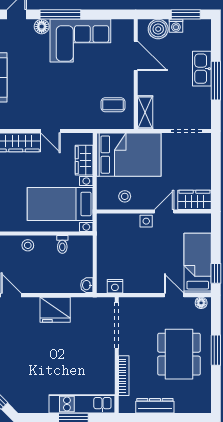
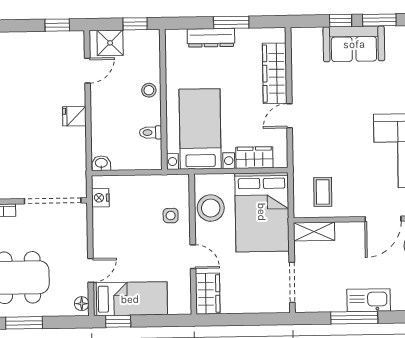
stool: (125, 196) -> (211, 208), width x1.89, depth x1.89
side table: (146, 221) -> (171, 216), moved
fridge: (55, 310) -> (74, 116), width x0.53, depth x0.75

